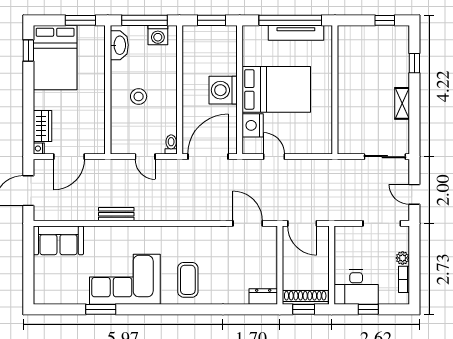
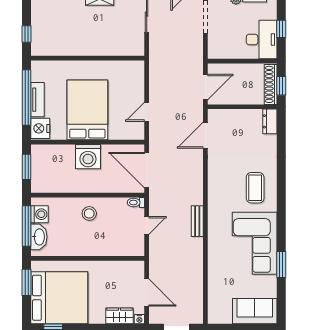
window: (385, 20) -> (27, 34), moved
tv unit: (296, 33) -> (38, 100), width x0.71
washbasin: (119, 45) -> (39, 237), moved, turned 90
bed: (55, 58) -> (59, 298), width x1.36
stool: (139, 96) -> (89, 213), moved
nightstand: (253, 125) -> (40, 128), moved, turned 90
bench: (116, 214) -> (197, 221), moved
sofa: (58, 240) -> (255, 311), moved, turned -90
coffee table: (188, 280) -> (255, 188), turned 90

